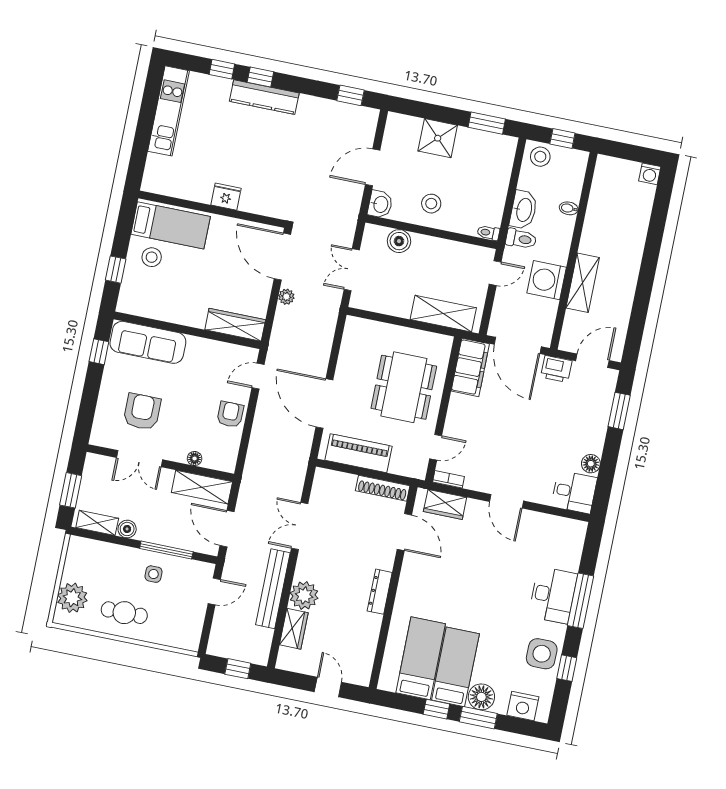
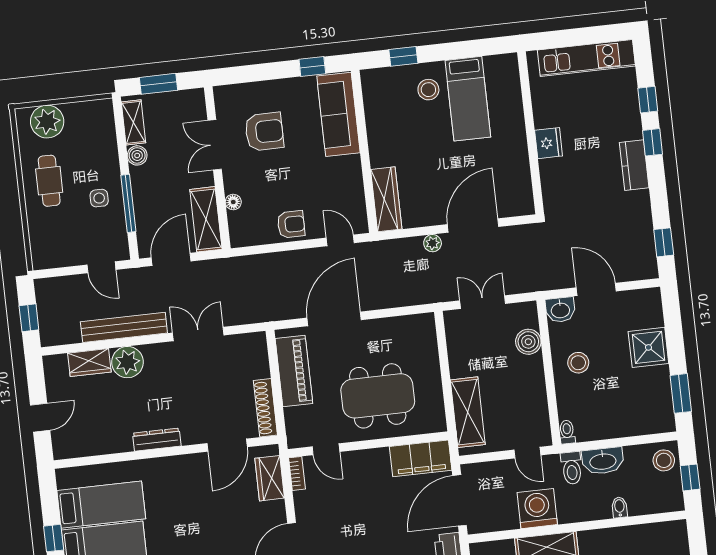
kitchen counter: (264, 97) -> (634, 165), width x0.67
fridge: (226, 197) -> (549, 143), moved
wall: (212, 209) -> (531, 133), moved

